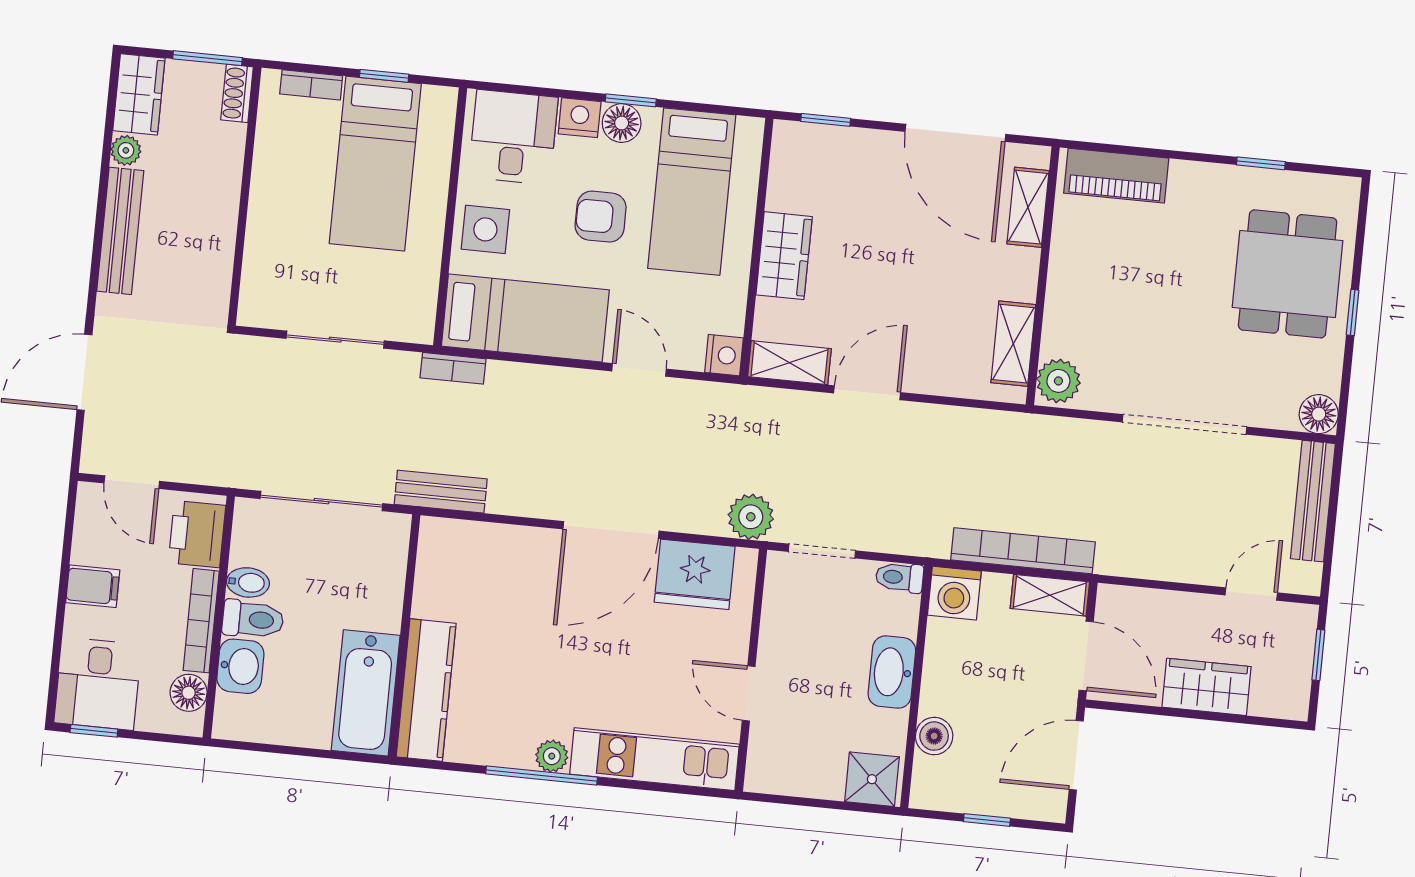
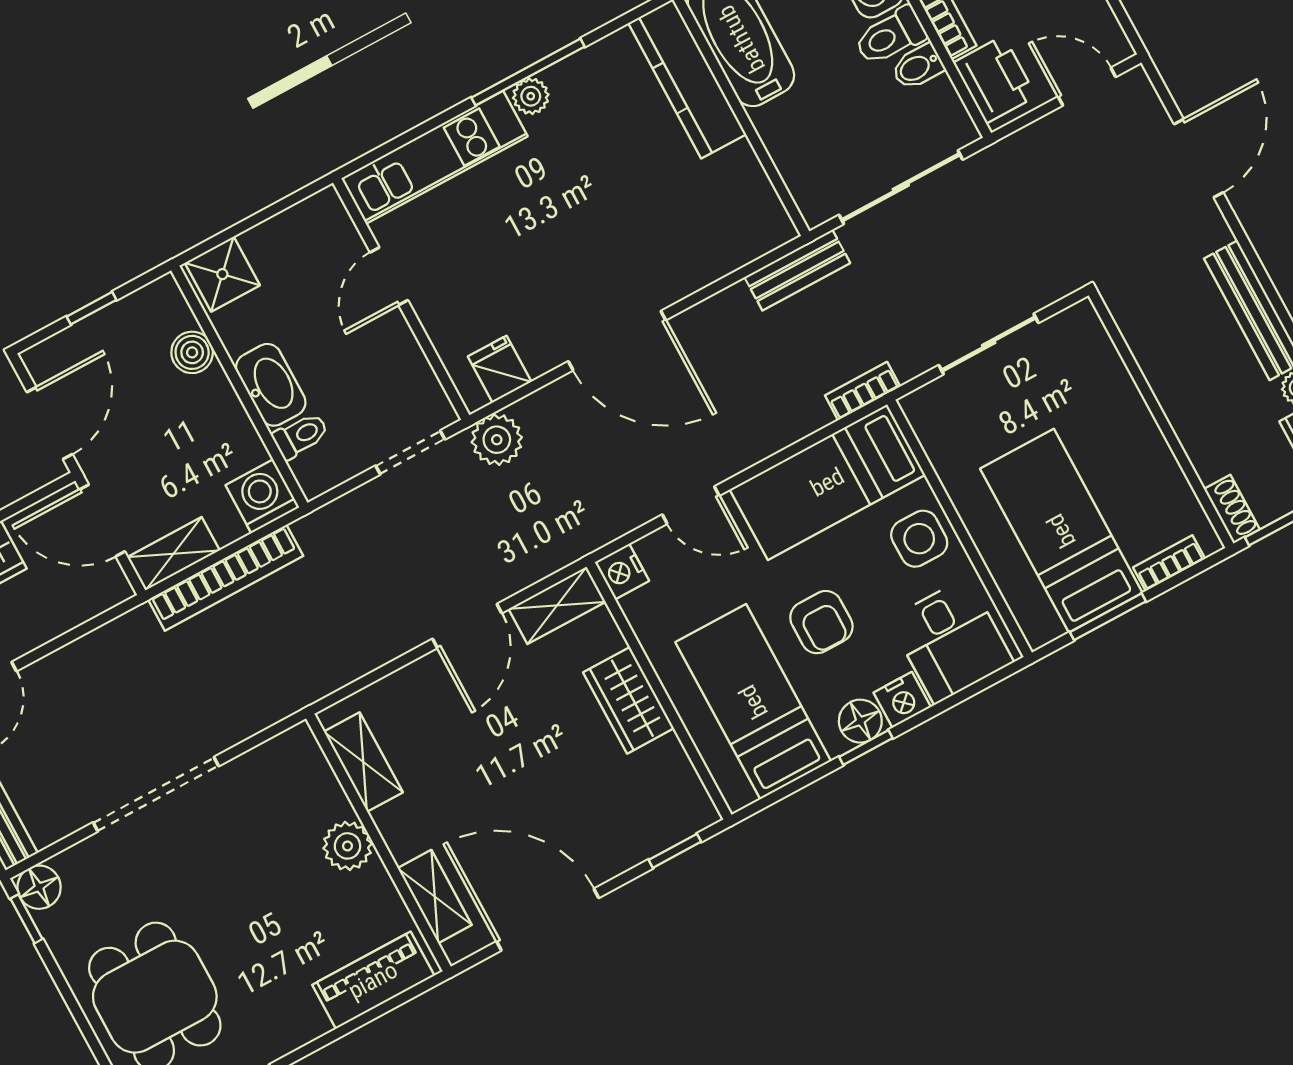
window: (384, 76) -> (1108, 617), width x1.50
armchair: (601, 217) -> (821, 622), turned 90
window: (1353, 312) -> (26, 919), moved
plant: (1058, 381) -> (347, 846), moved
door: (611, 530) -> (617, 341), swing flipped
fridge: (695, 574) -> (500, 369), width x0.53, depth x0.75
toilet: (899, 577) -> (301, 436), moved
door: (749, 693) -> (389, 276), swing flipped

